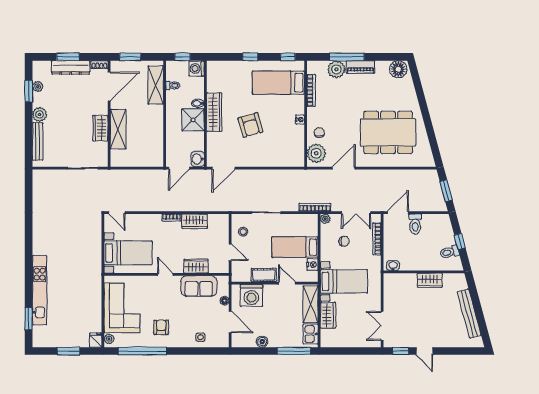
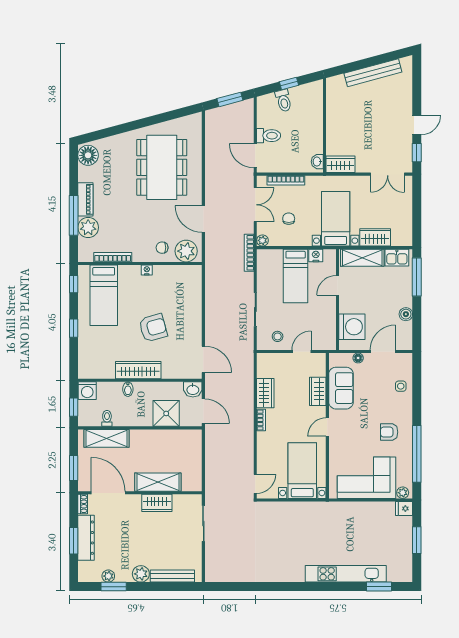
shower: (193, 120) -> (166, 413), moved
toilet: (449, 252) -> (284, 101), moved
cot: (264, 275) -> (328, 312), removed
wardrobe: (430, 280) -> (340, 164), moved, turned -90

